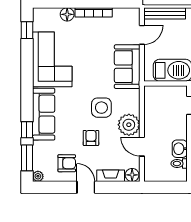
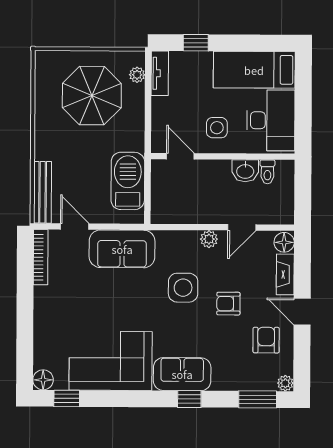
bookcase: (94, 12) -> (41, 257), moved
floor lamp: (67, 14) -> (43, 380), moved
sofa: (44, 114) -> (182, 374), width x0.73
plant: (129, 125) -> (209, 239), width x0.53, depth x0.53
window: (27, 130) -> (189, 399), moved
door: (86, 187) -> (302, 312), hinge flipped

